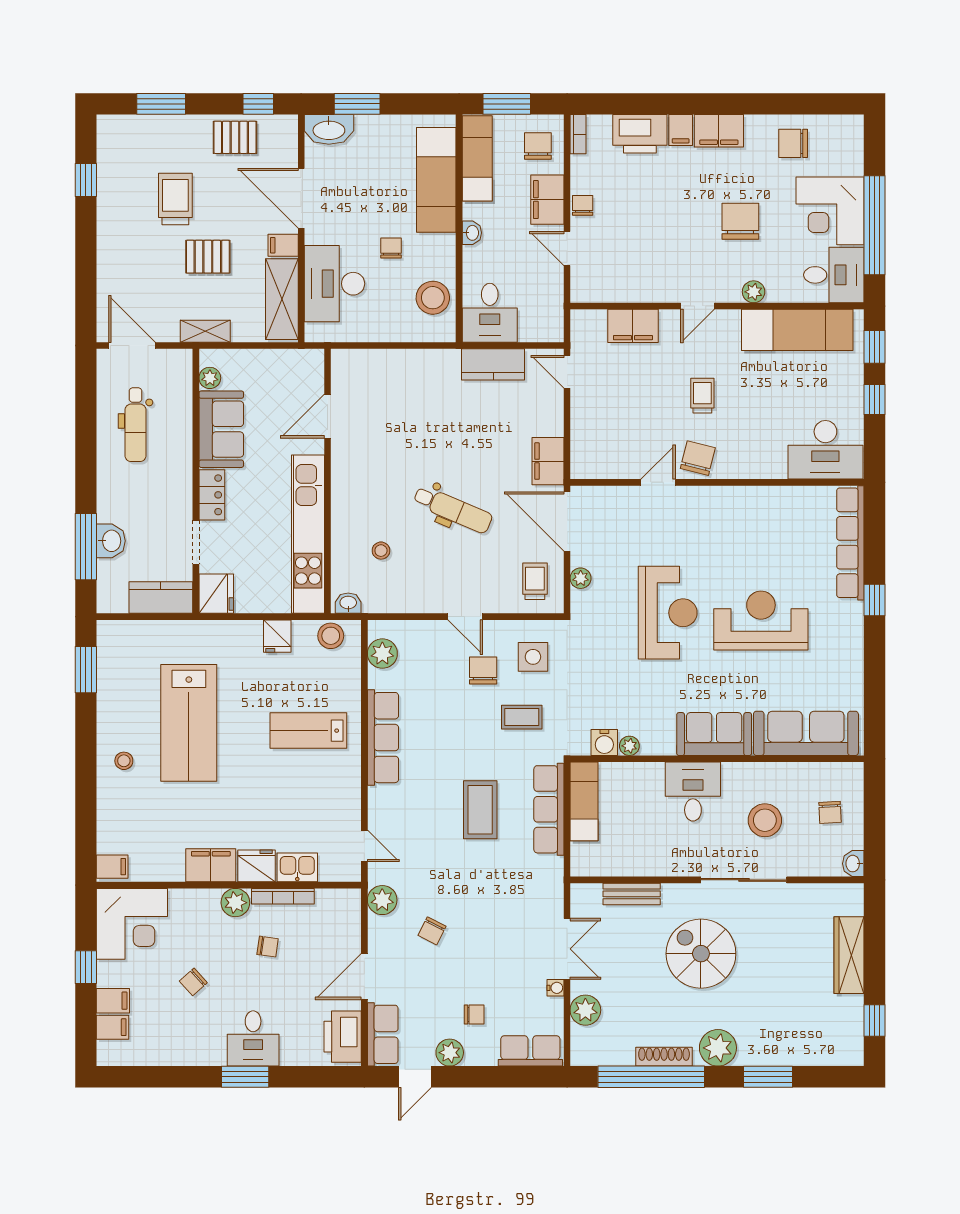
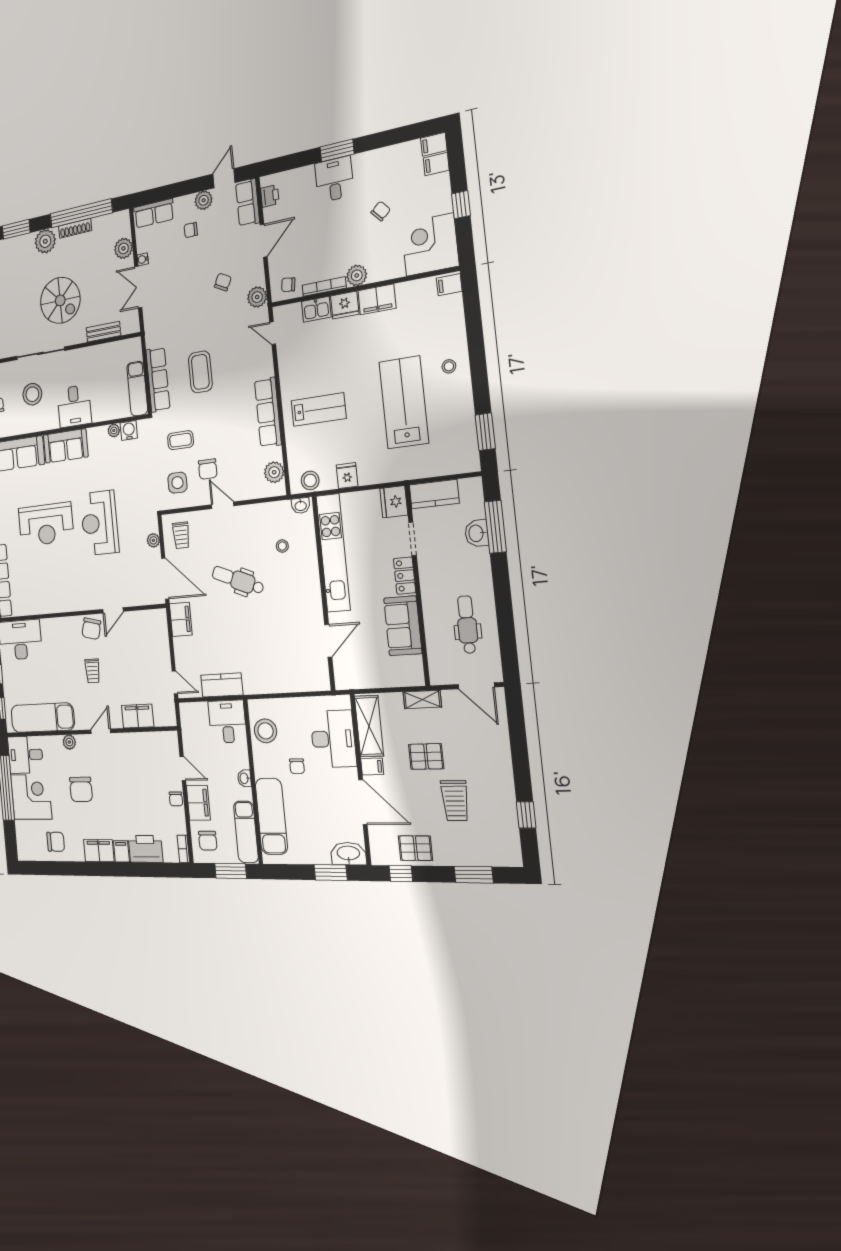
plant: (210, 378) -> (415, 664), removed
chair: (268, 947) -> (288, 285), moved
filing cabinet: (113, 1001) -> (434, 144), moved
printer: (343, 1037) -> (270, 196), width x0.53, depth x0.68

